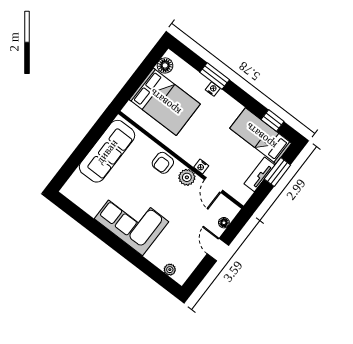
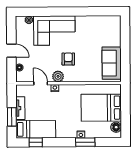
sofa: (107, 151) -> (112, 63), width x0.73
armchair: (163, 163) -> (68, 59), moved
corner sofa: (132, 220) -> (54, 31), moved

